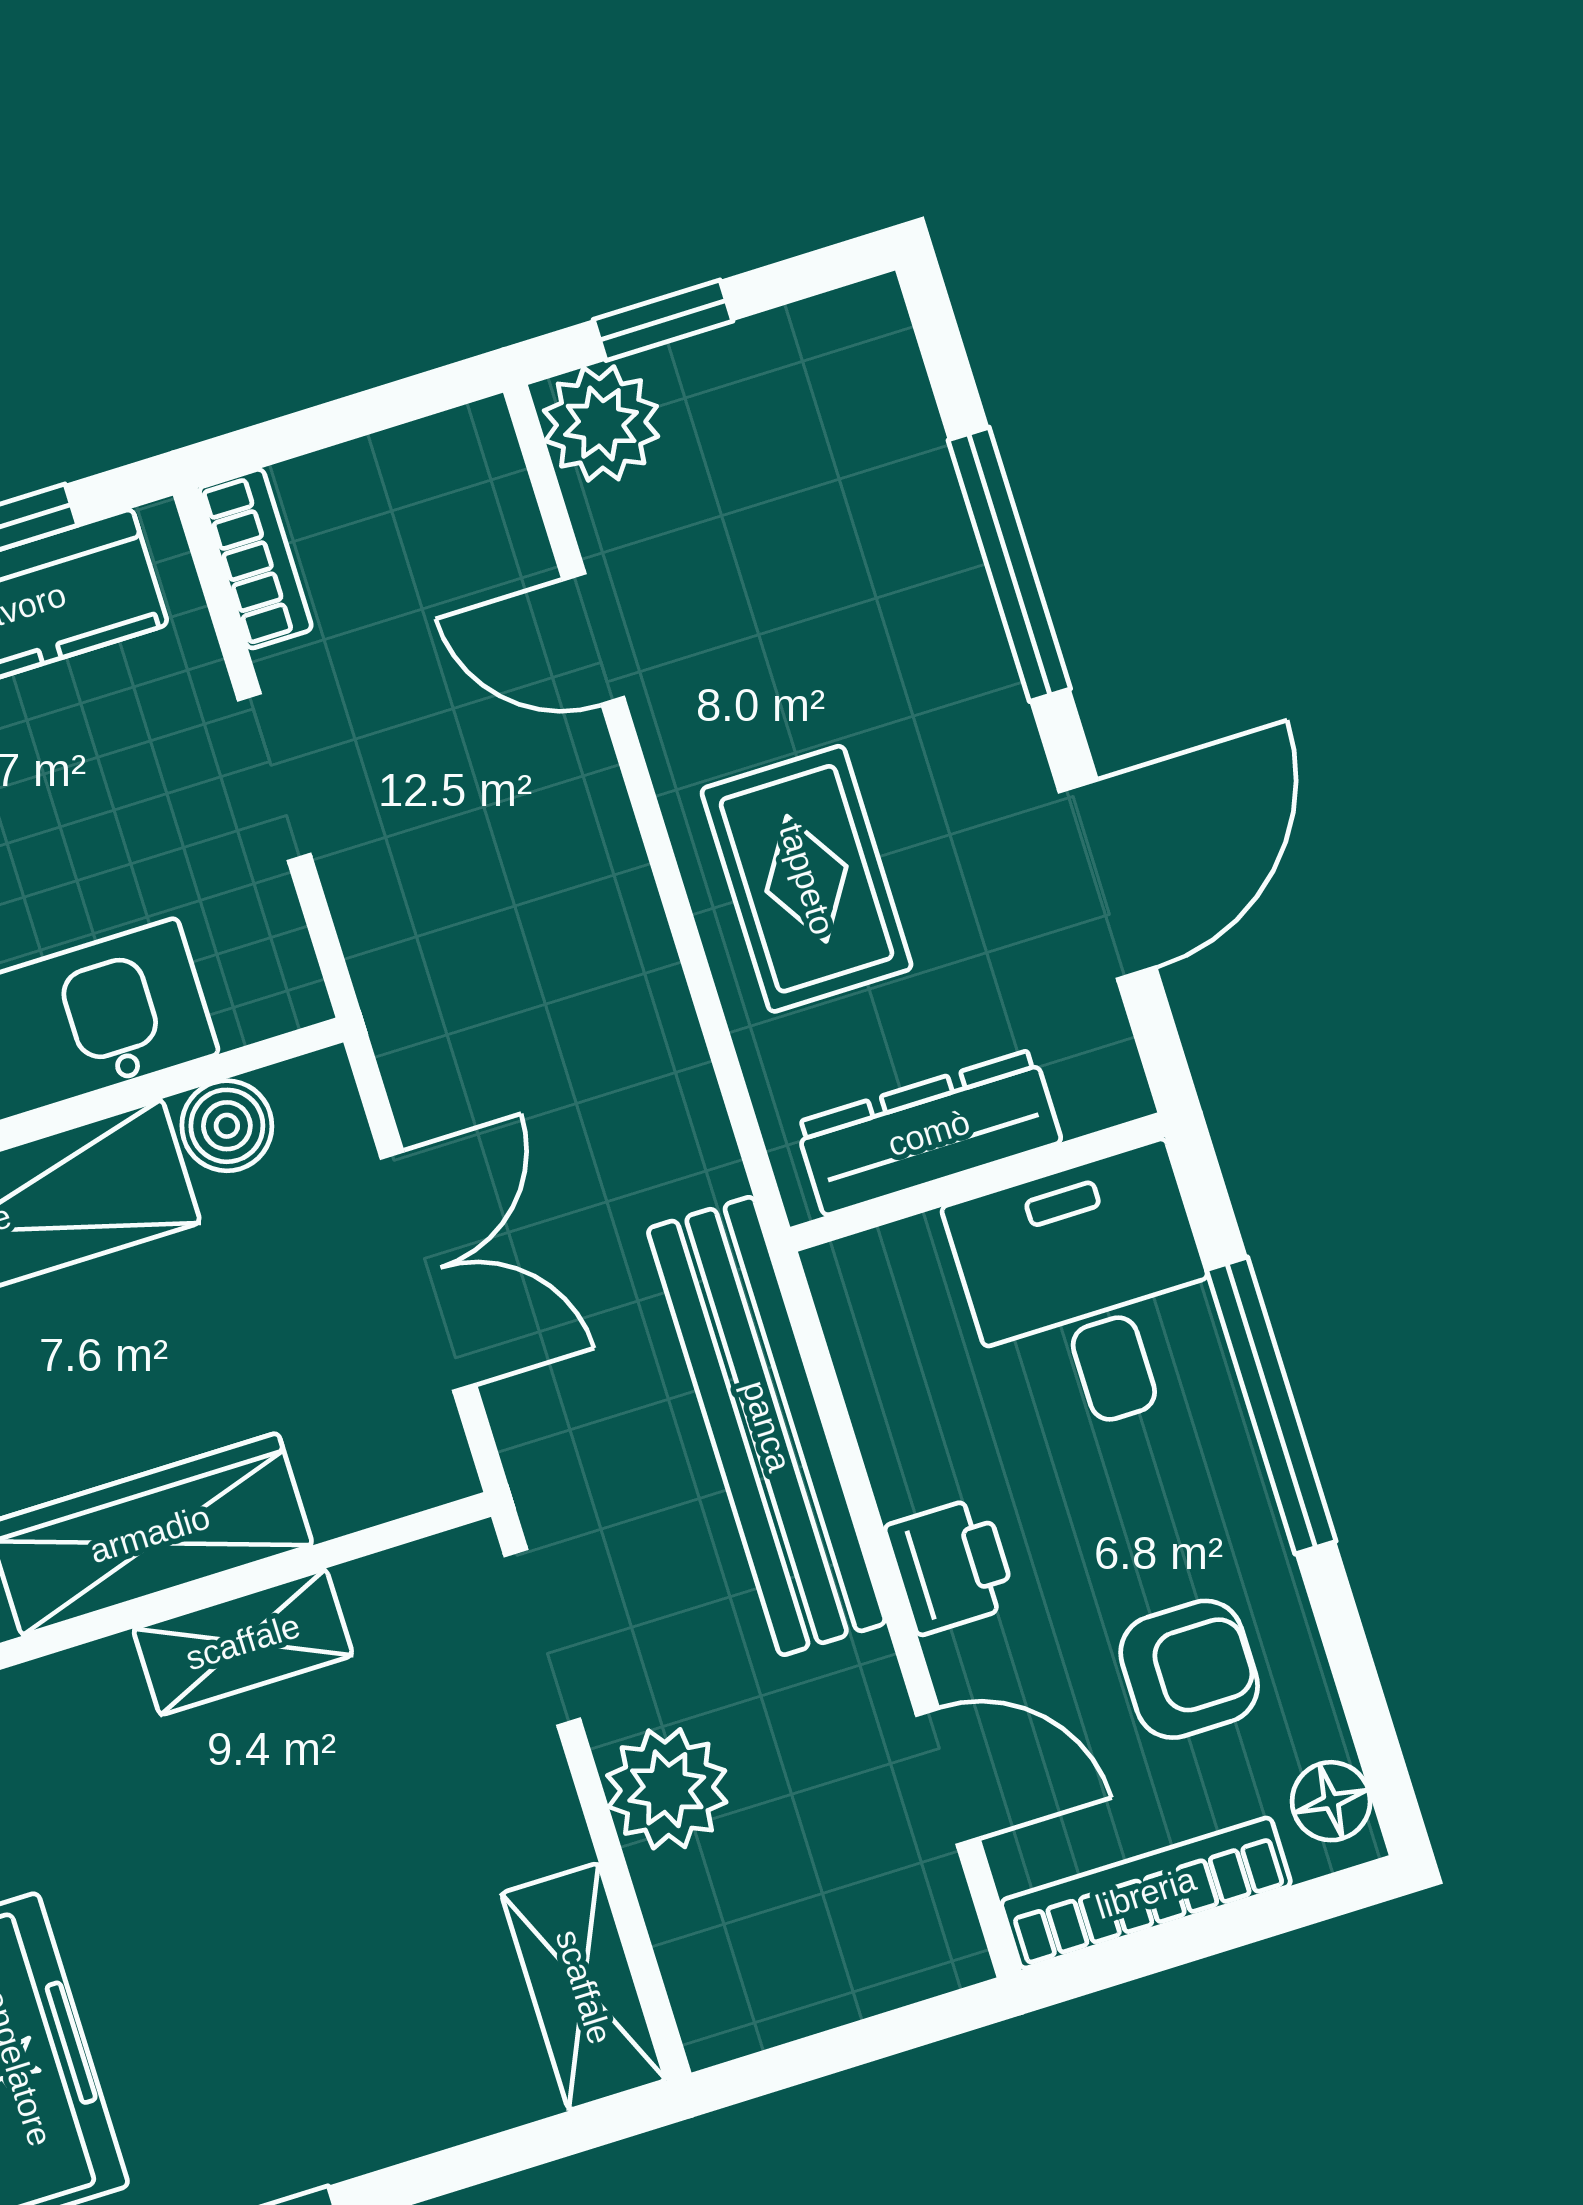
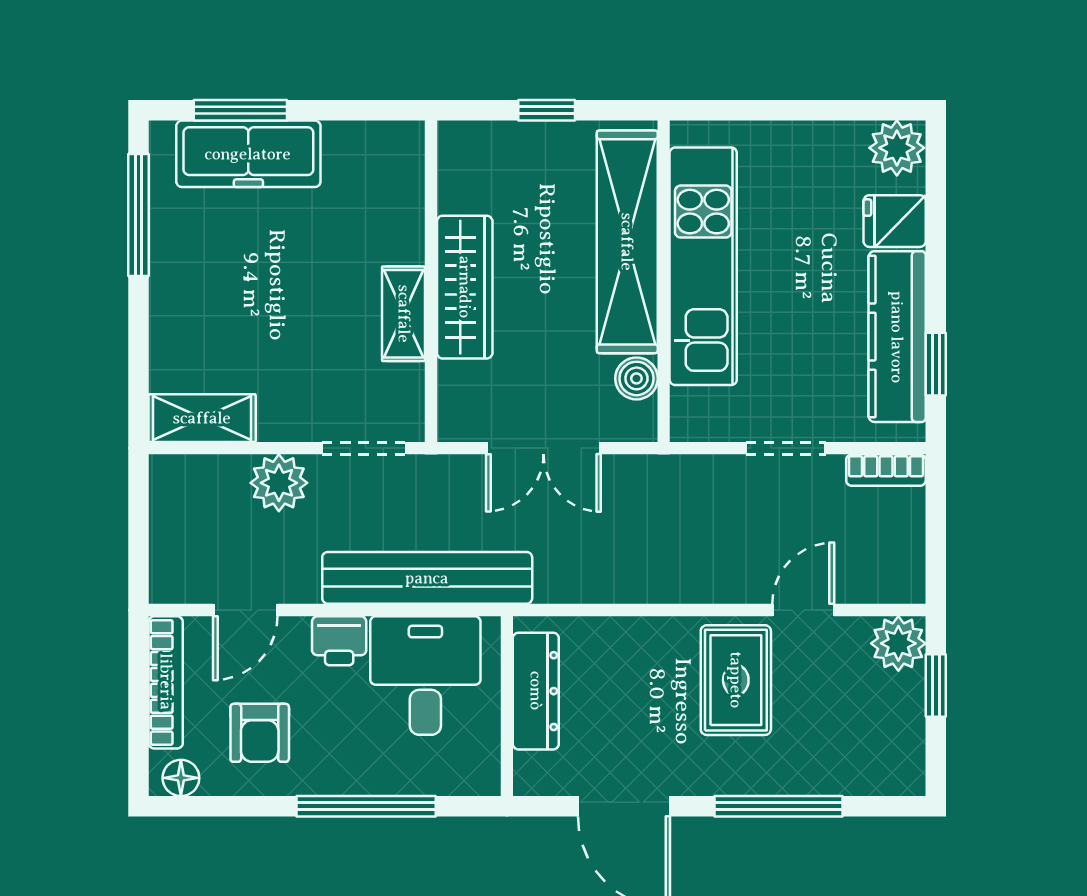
rug: (807, 879) -> (736, 680), moved, turned 90
desk: (1090, 1293) -> (425, 675), moved, turned -90

